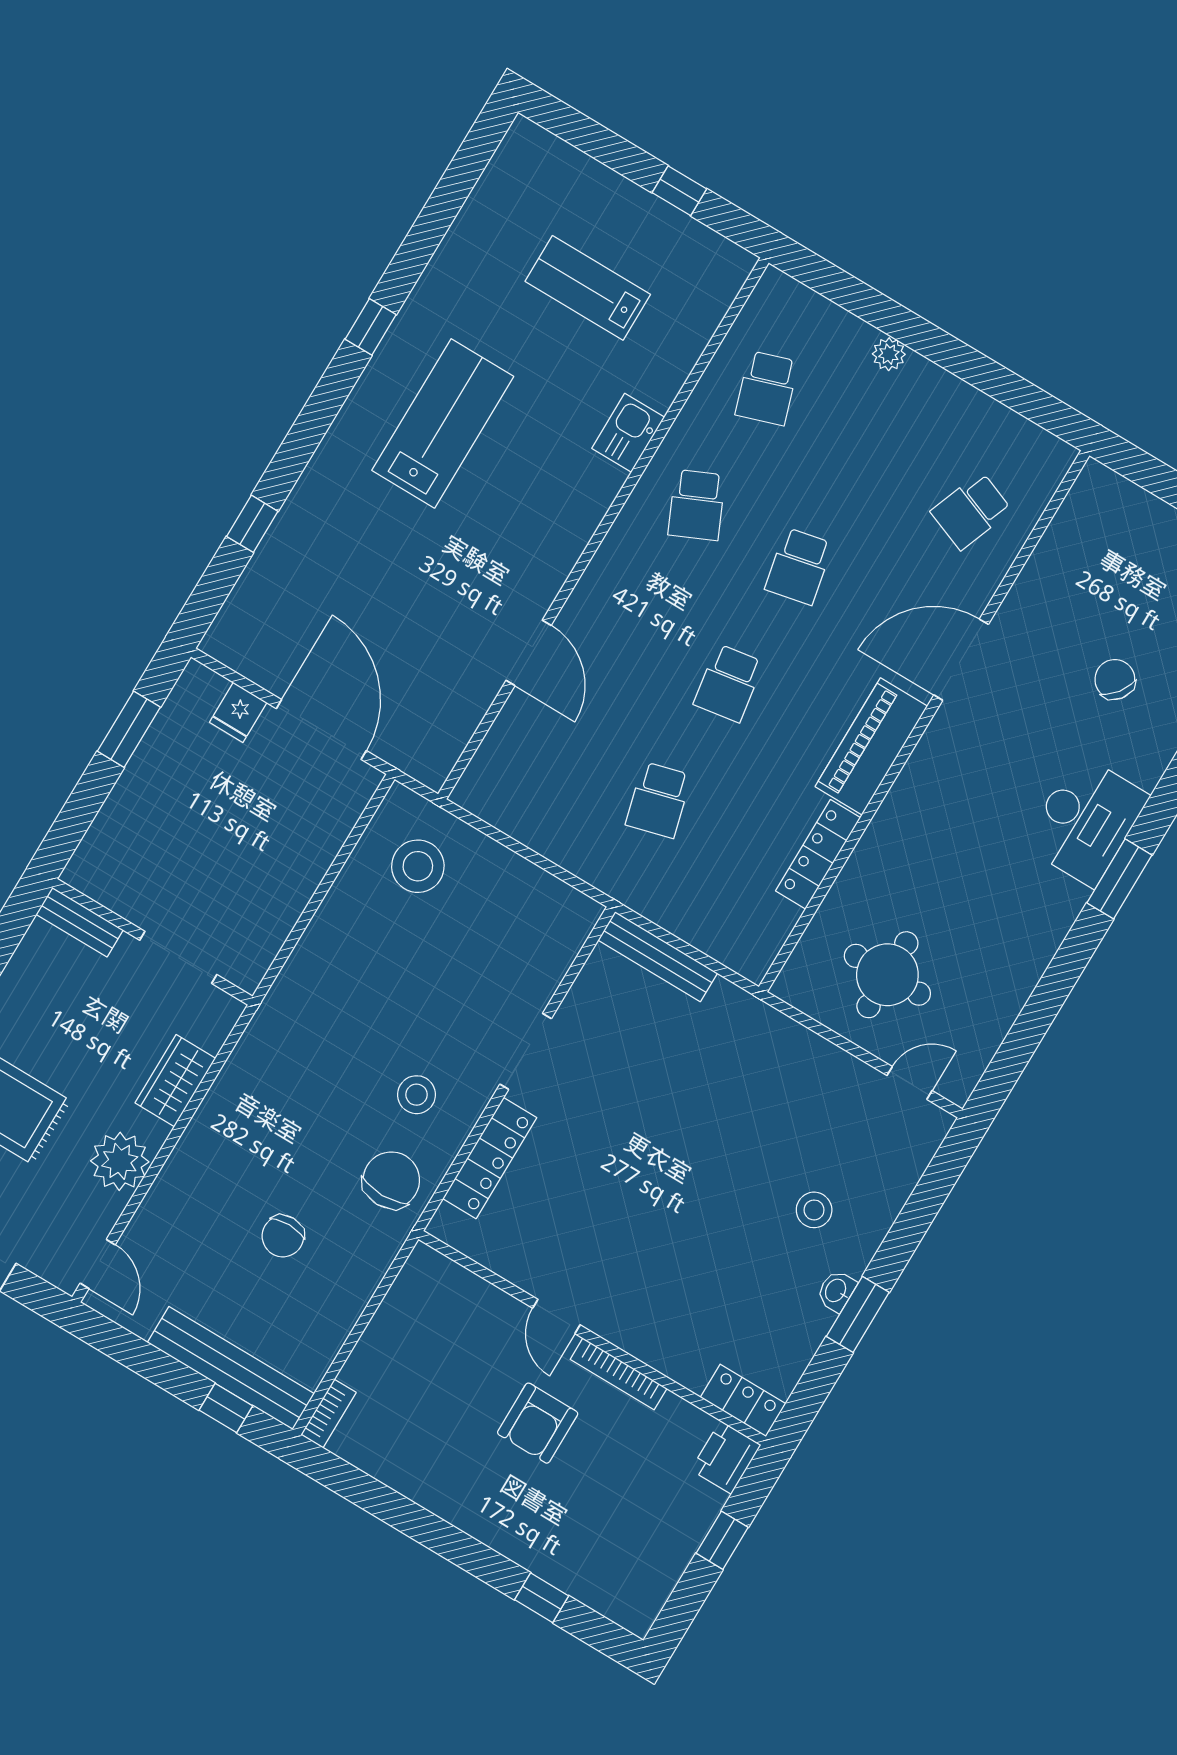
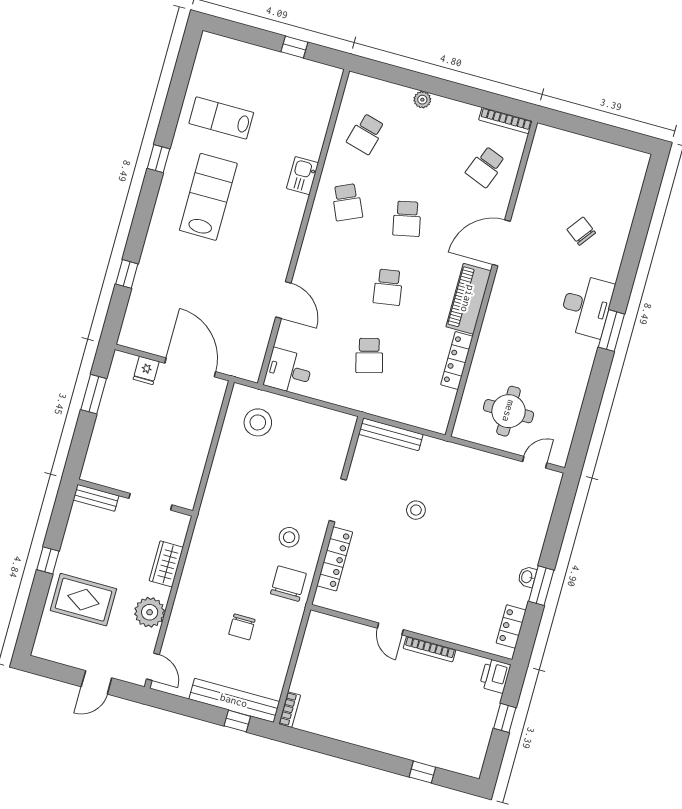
lab bench: (588, 288) -> (221, 118), moved
school desk: (767, 388) -> (366, 134), turned 33
bookcase: (1032, 436) -> (505, 120), added
desk: (501, 788) -> (288, 371), added
stool: (814, 1210) -> (416, 510), moved
locker: (743, 1400) -> (511, 626), moved, turned -90
armchair: (538, 1423) -> (396, 685), removed

